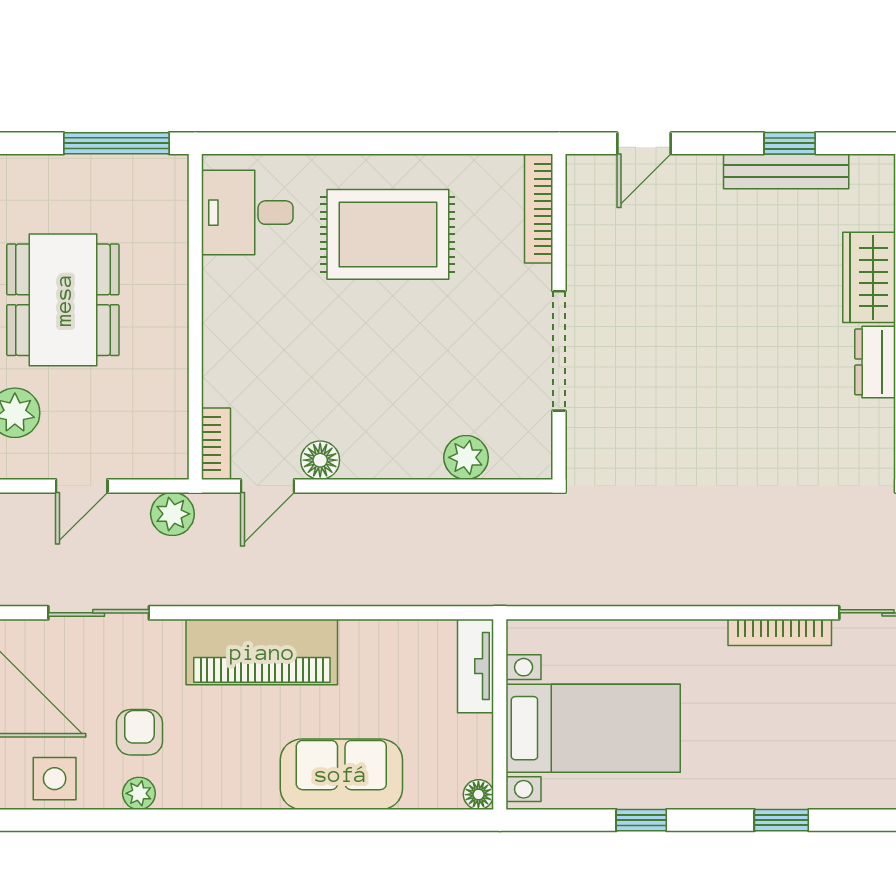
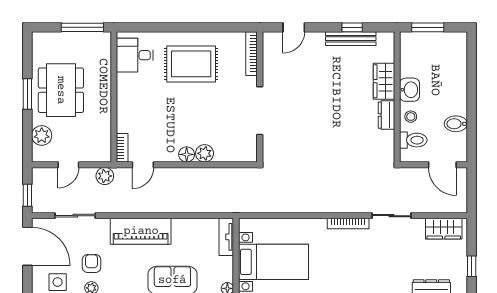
plant: (466, 457) -> (205, 153), moved
floor lamp: (320, 460) -> (187, 154), moved

